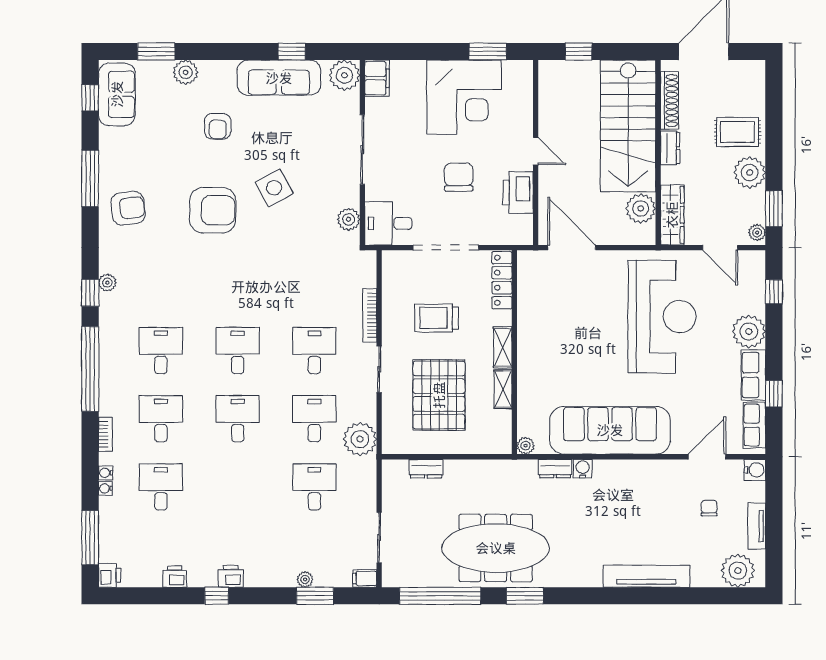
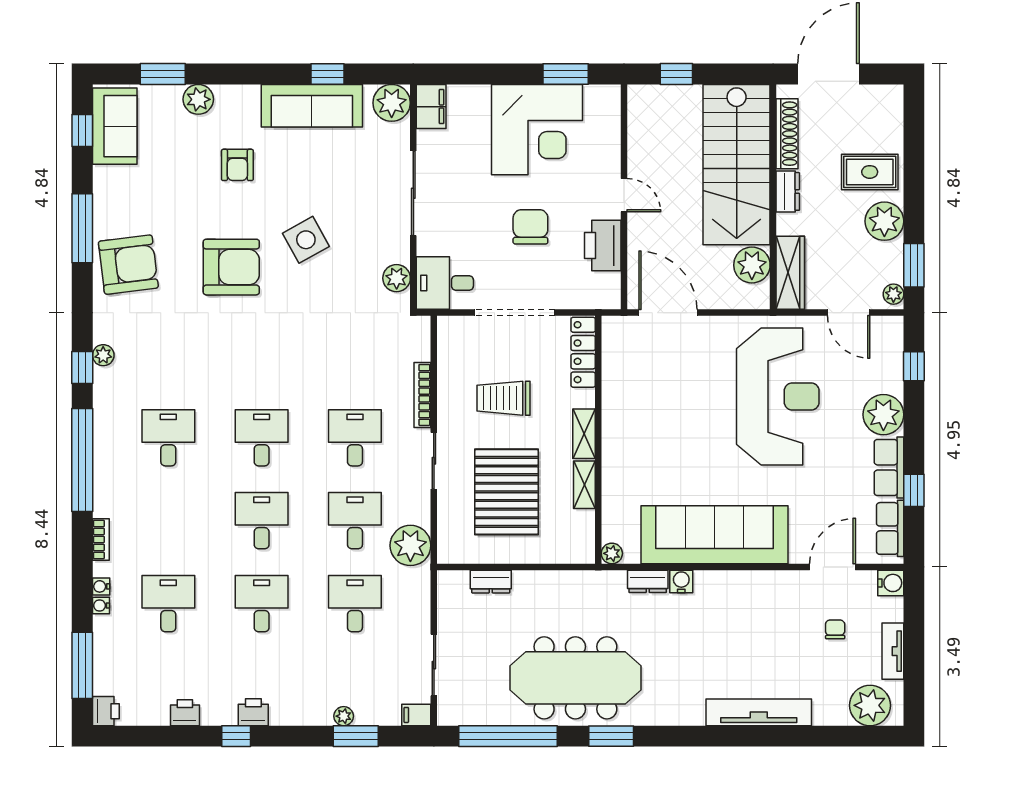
armchair: (128, 208) -> (128, 265), width x1.36, depth x1.36
desk: (161, 419) -> (262, 604), moved

